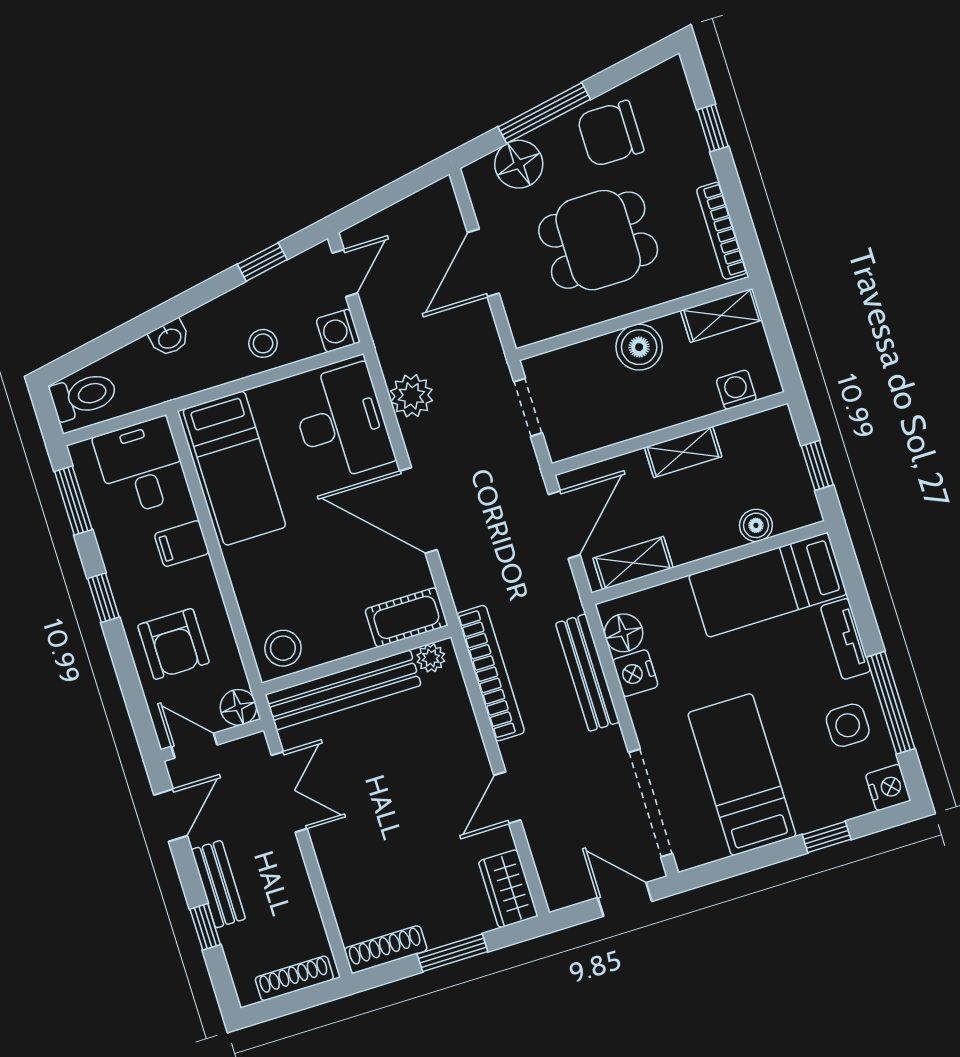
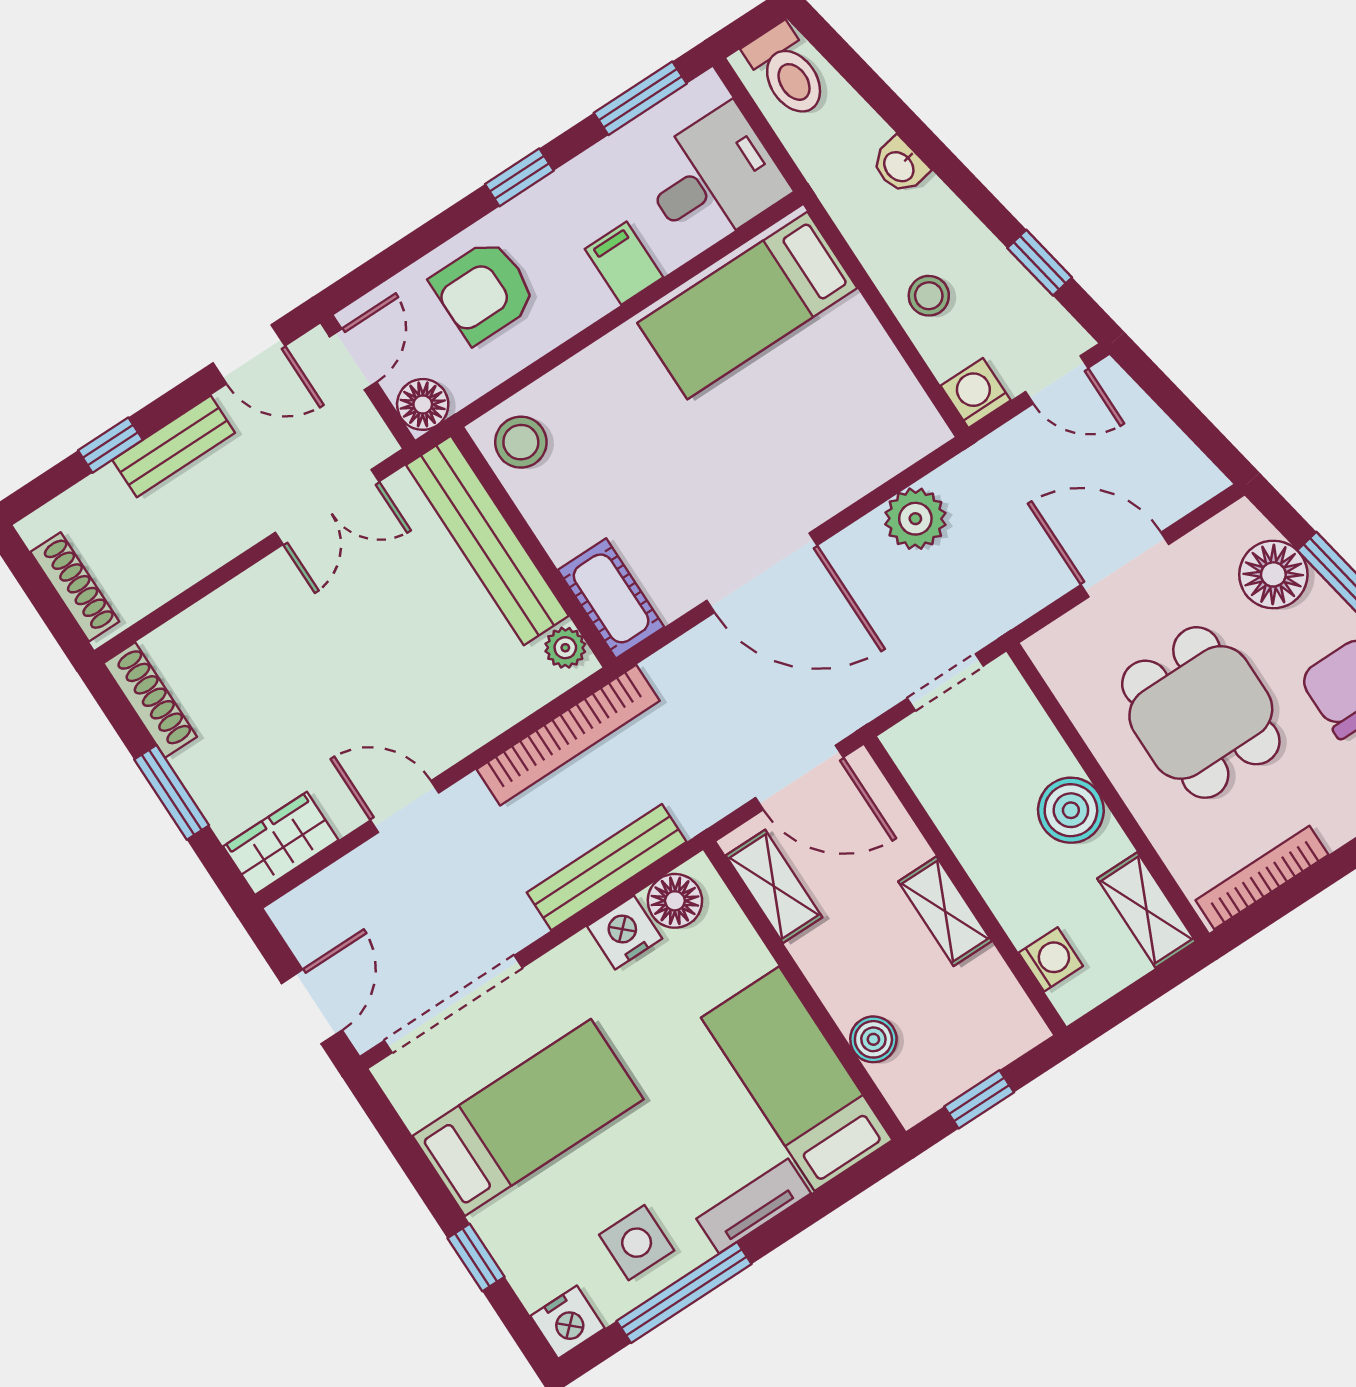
desk: (342, 423) -> (852, 434), removed
door: (418, 510) -> (762, 573), swing flipped

